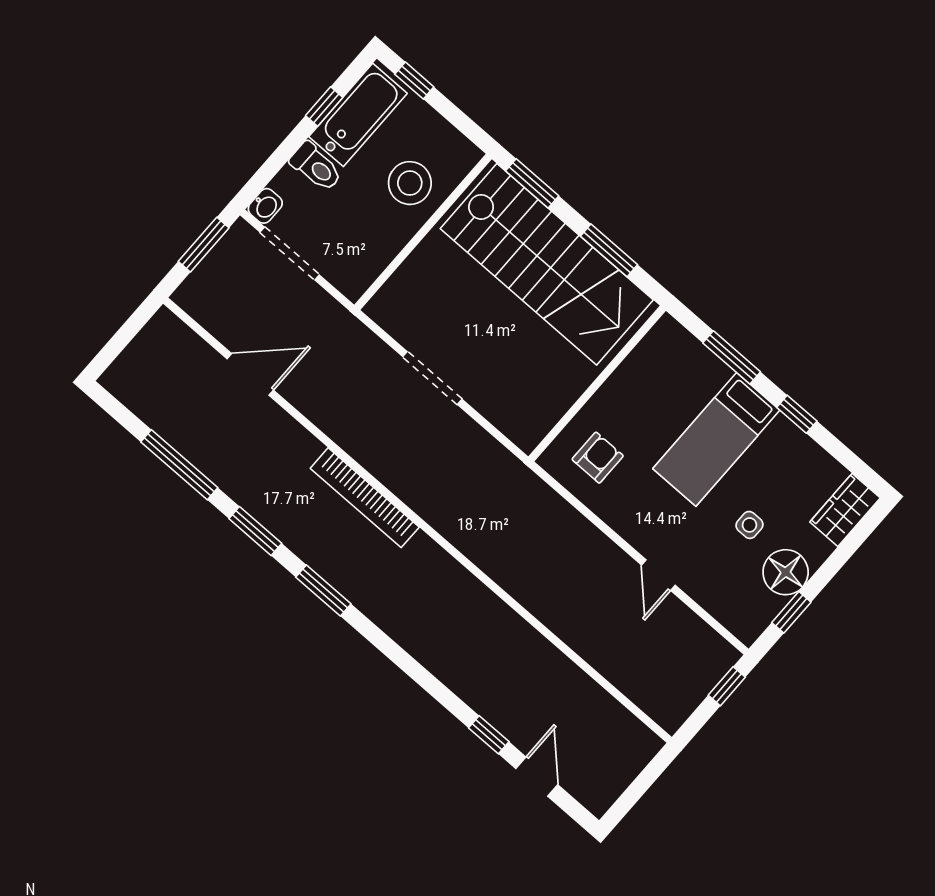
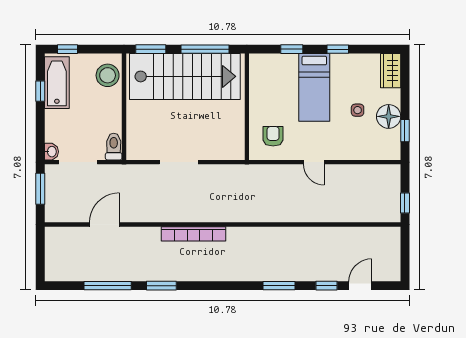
toilet: (316, 167) -> (114, 147), moved, turned -90
stool: (410, 183) -> (108, 75), moved
window: (609, 250) -> (205, 49), width x1.44
window: (732, 357) -> (292, 49), width x0.67
door: (658, 575) -> (314, 162), moved
window: (323, 590) -> (279, 286), moved
window: (727, 686) -> (405, 203), moved
door: (537, 777) -> (360, 286), hinge flipped

